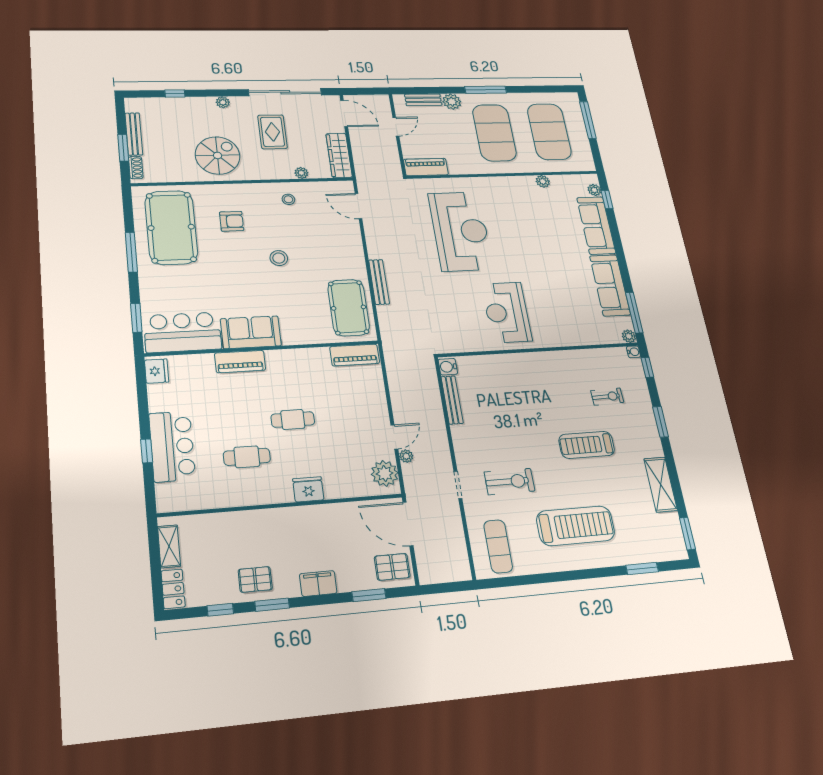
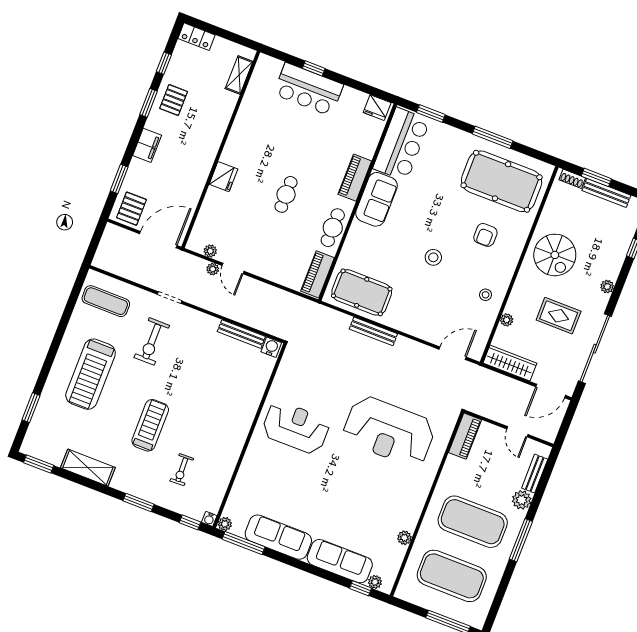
cafe table: (247, 457) -> (333, 228), moved
plant: (385, 474) -> (210, 251), width x0.53, depth x0.53
shelving: (169, 546) -> (239, 75), moved, turned 90

